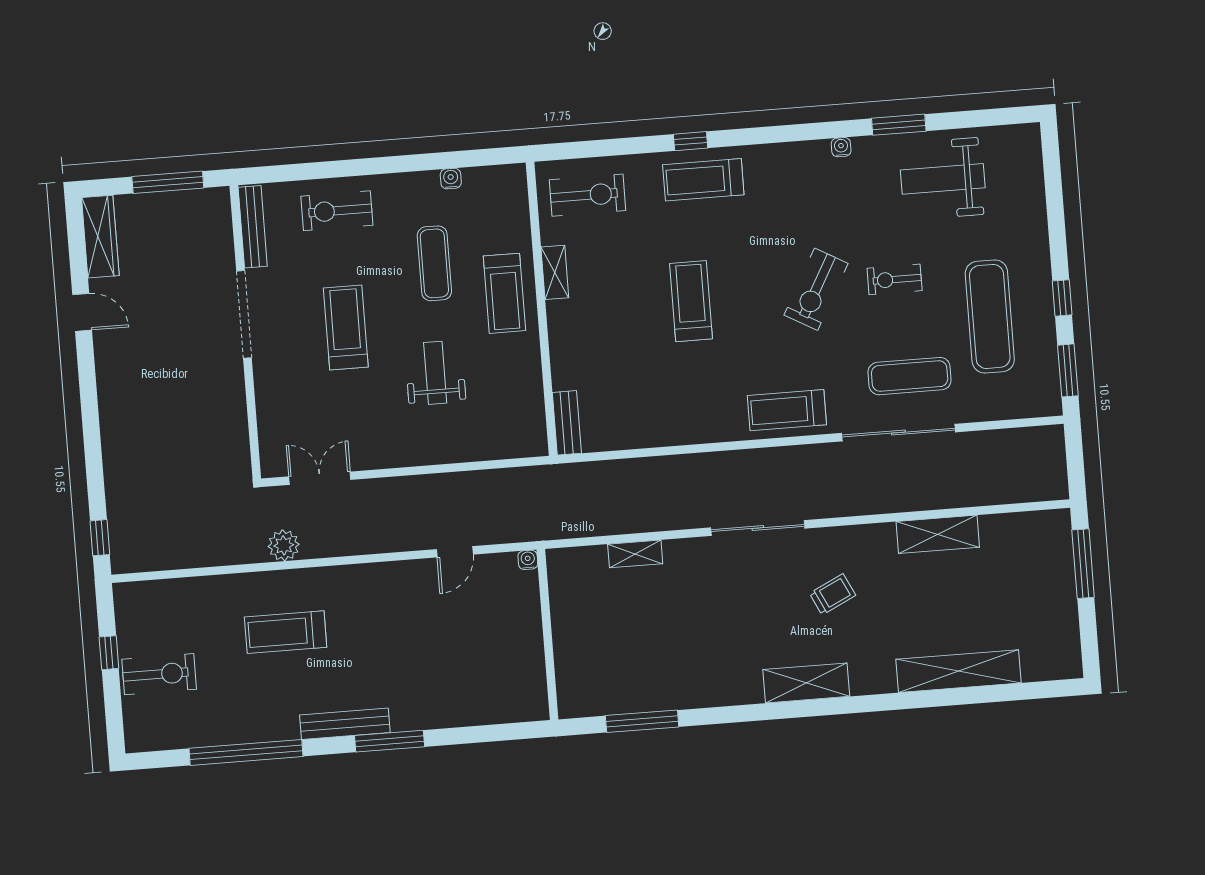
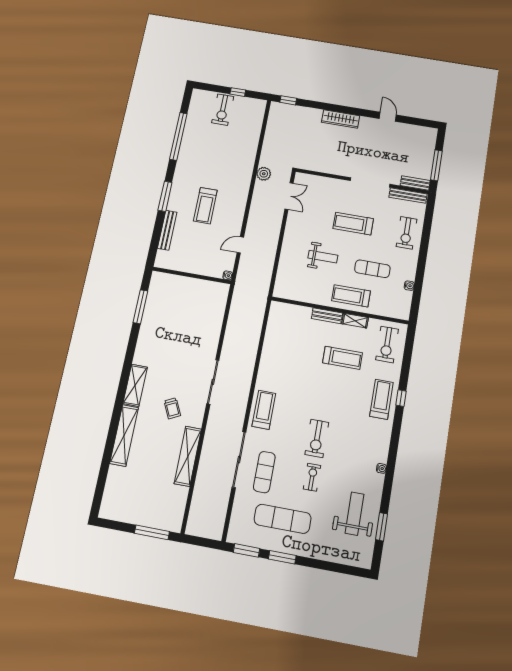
window: (899, 125) -> (381, 527), moved
exercise bike: (337, 211) -> (407, 233), turned 180
bench: (220, 218) -> (415, 183), added
wardrobe: (100, 237) -> (341, 119), moved
exercise bike: (816, 289) -> (317, 438), turned -119
window: (1062, 298) -> (282, 557), width x1.50
treadmill: (691, 301) -> (342, 358), moved
door: (82, 312) -> (388, 117), swing flipped
treadmill: (346, 327) -> (353, 224), turned 180
bench: (567, 423) -> (327, 316), moved
shelving: (938, 534) -> (188, 456), width x1.47
door: (455, 552) -> (240, 245), hinge flipped
shelving: (635, 554) -> (217, 323), removed
treadmill: (286, 632) -> (205, 206), moved, turned 180
shelving: (958, 671) -> (124, 435), moved
bench: (345, 724) -> (167, 230), moved

